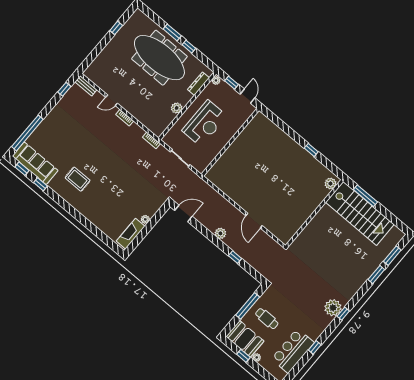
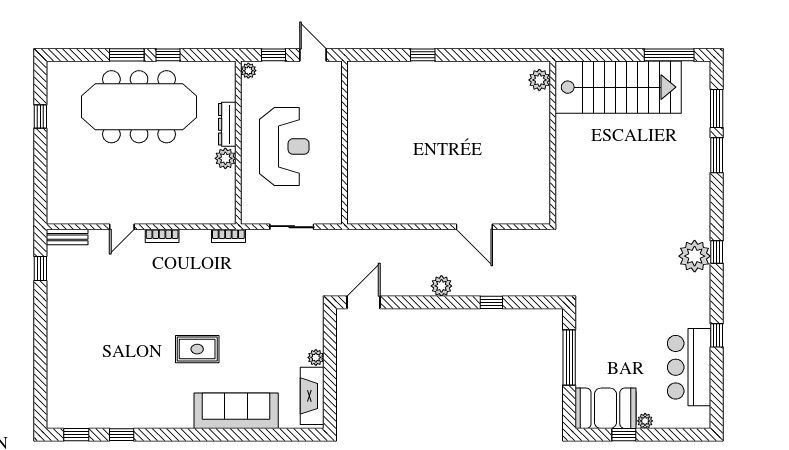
dresser: (198, 84) -> (227, 124), moved
window: (27, 133) -> (40, 376), removed
window: (311, 150) -> (423, 55), moved
sofa: (35, 163) -> (236, 411), moved
rug: (78, 179) -> (197, 349), moved
window: (365, 196) -> (669, 55), moved
cafe table: (267, 319) -> (612, 352), removed

